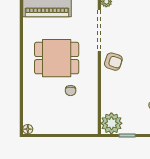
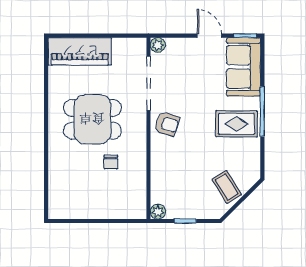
plant: (111, 123) -> (158, 212), width x0.53, depth x0.53
floor lamp: (28, 129) -> (54, 213), removed

